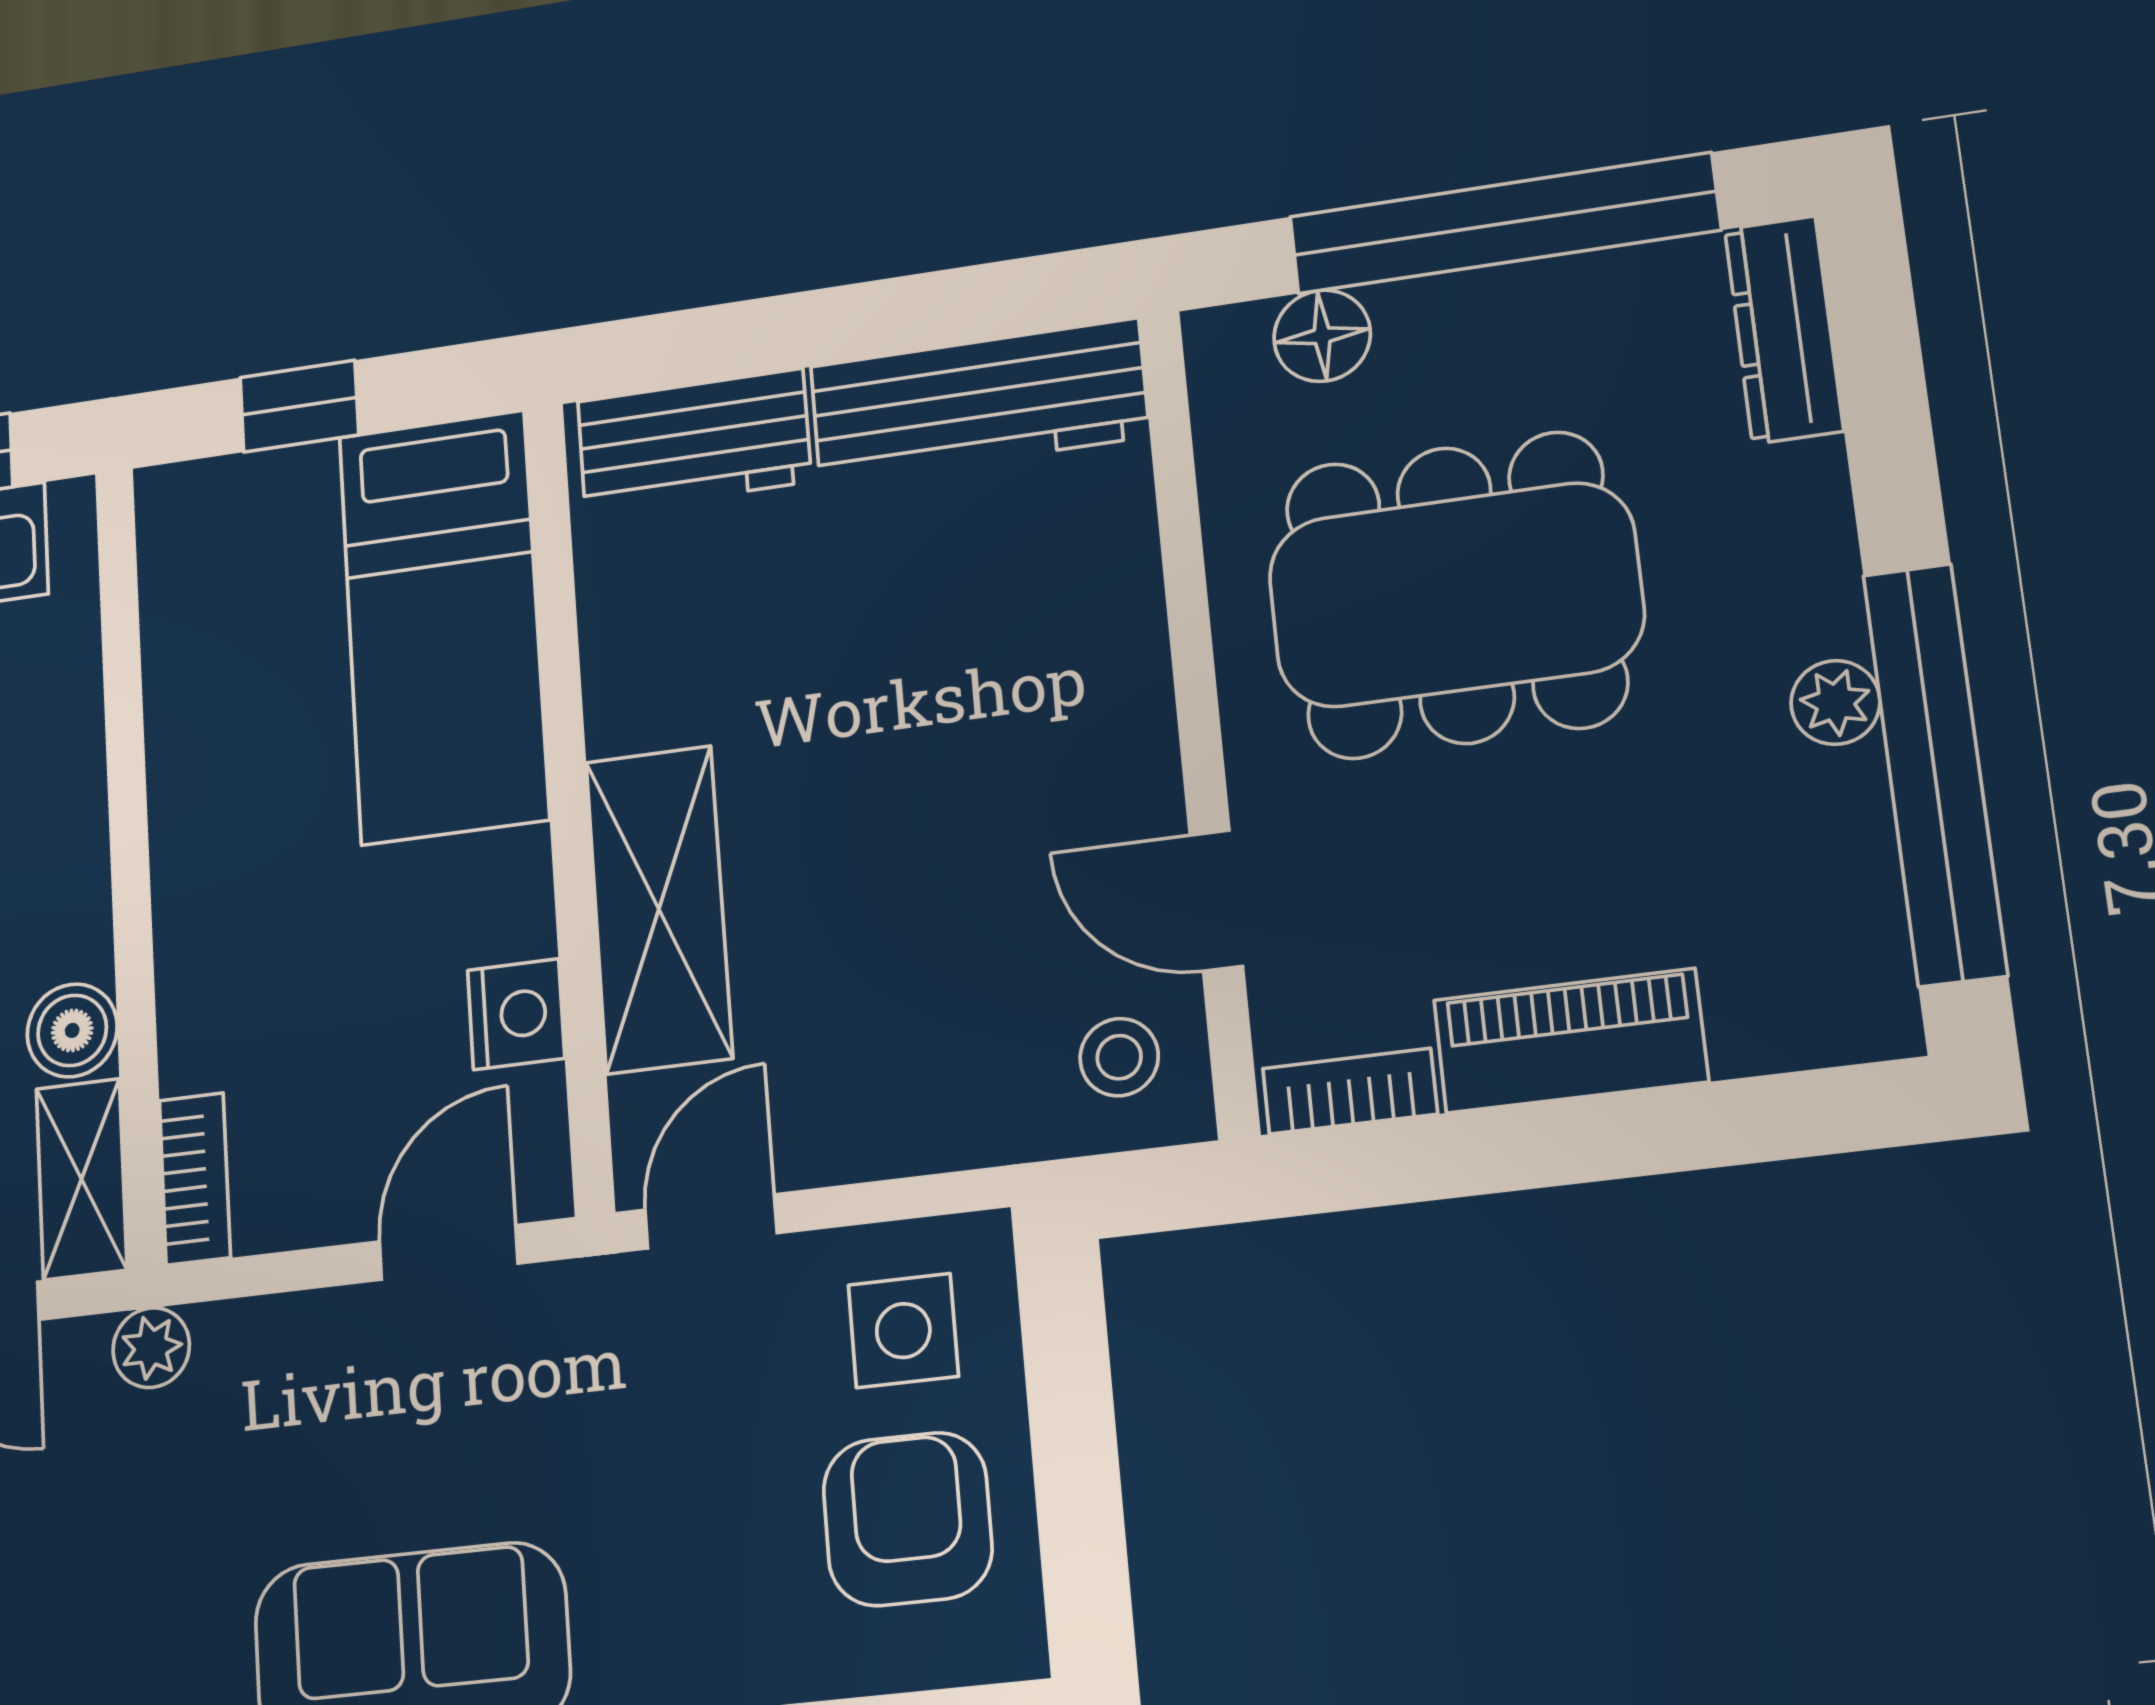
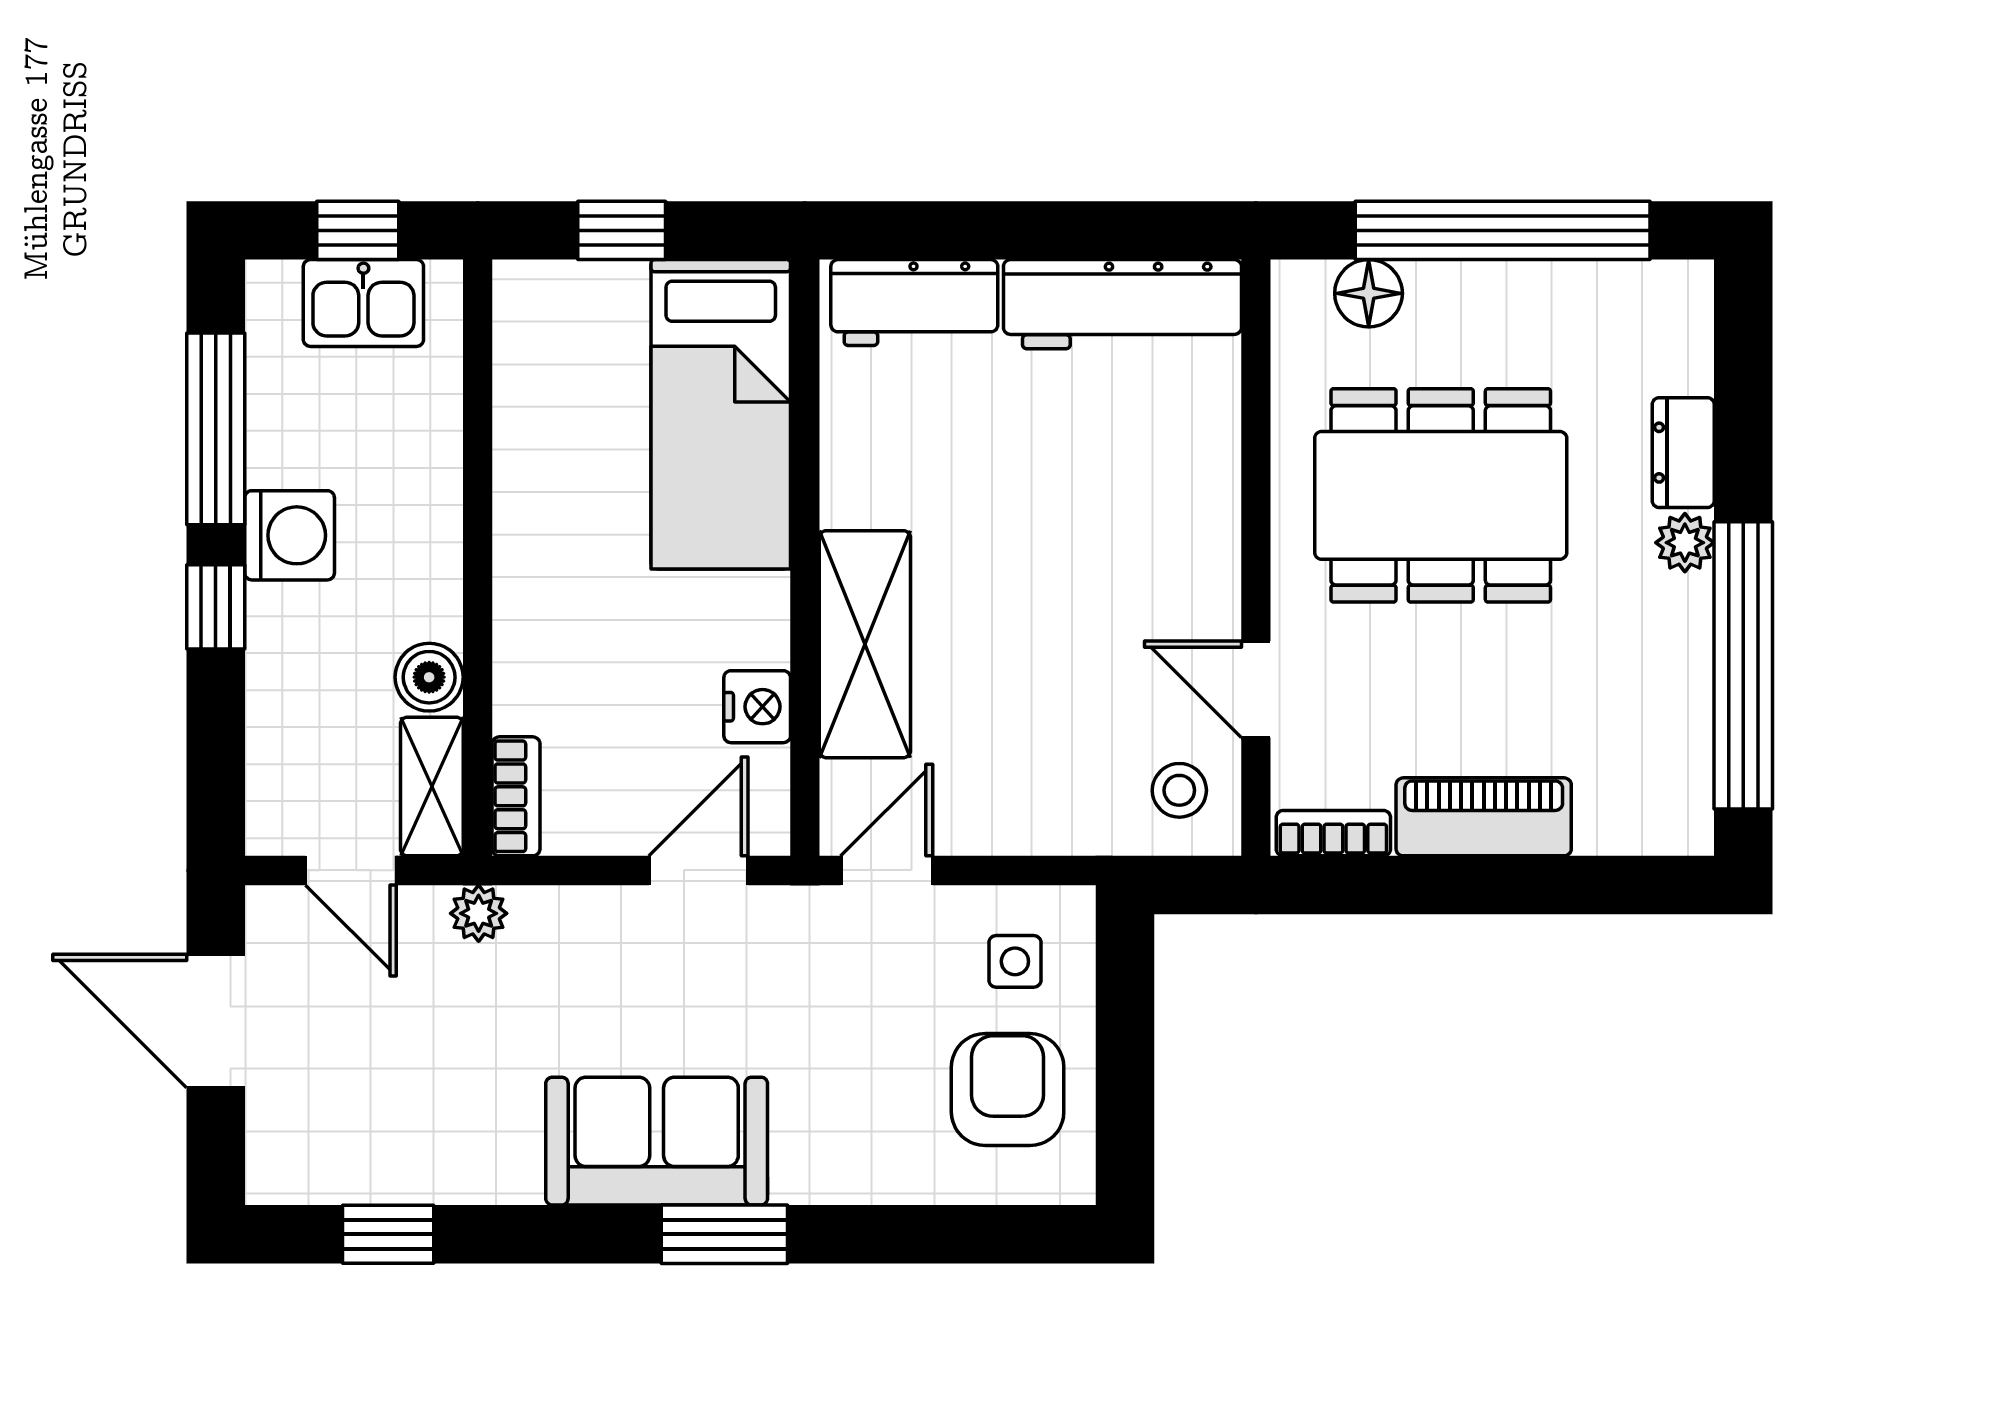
dresser: (1784, 330) -> (1683, 453), moved, width x0.70
plant: (1835, 702) -> (1685, 543), moved
side table: (903, 1331) -> (1015, 961), width x0.73, depth x0.73

